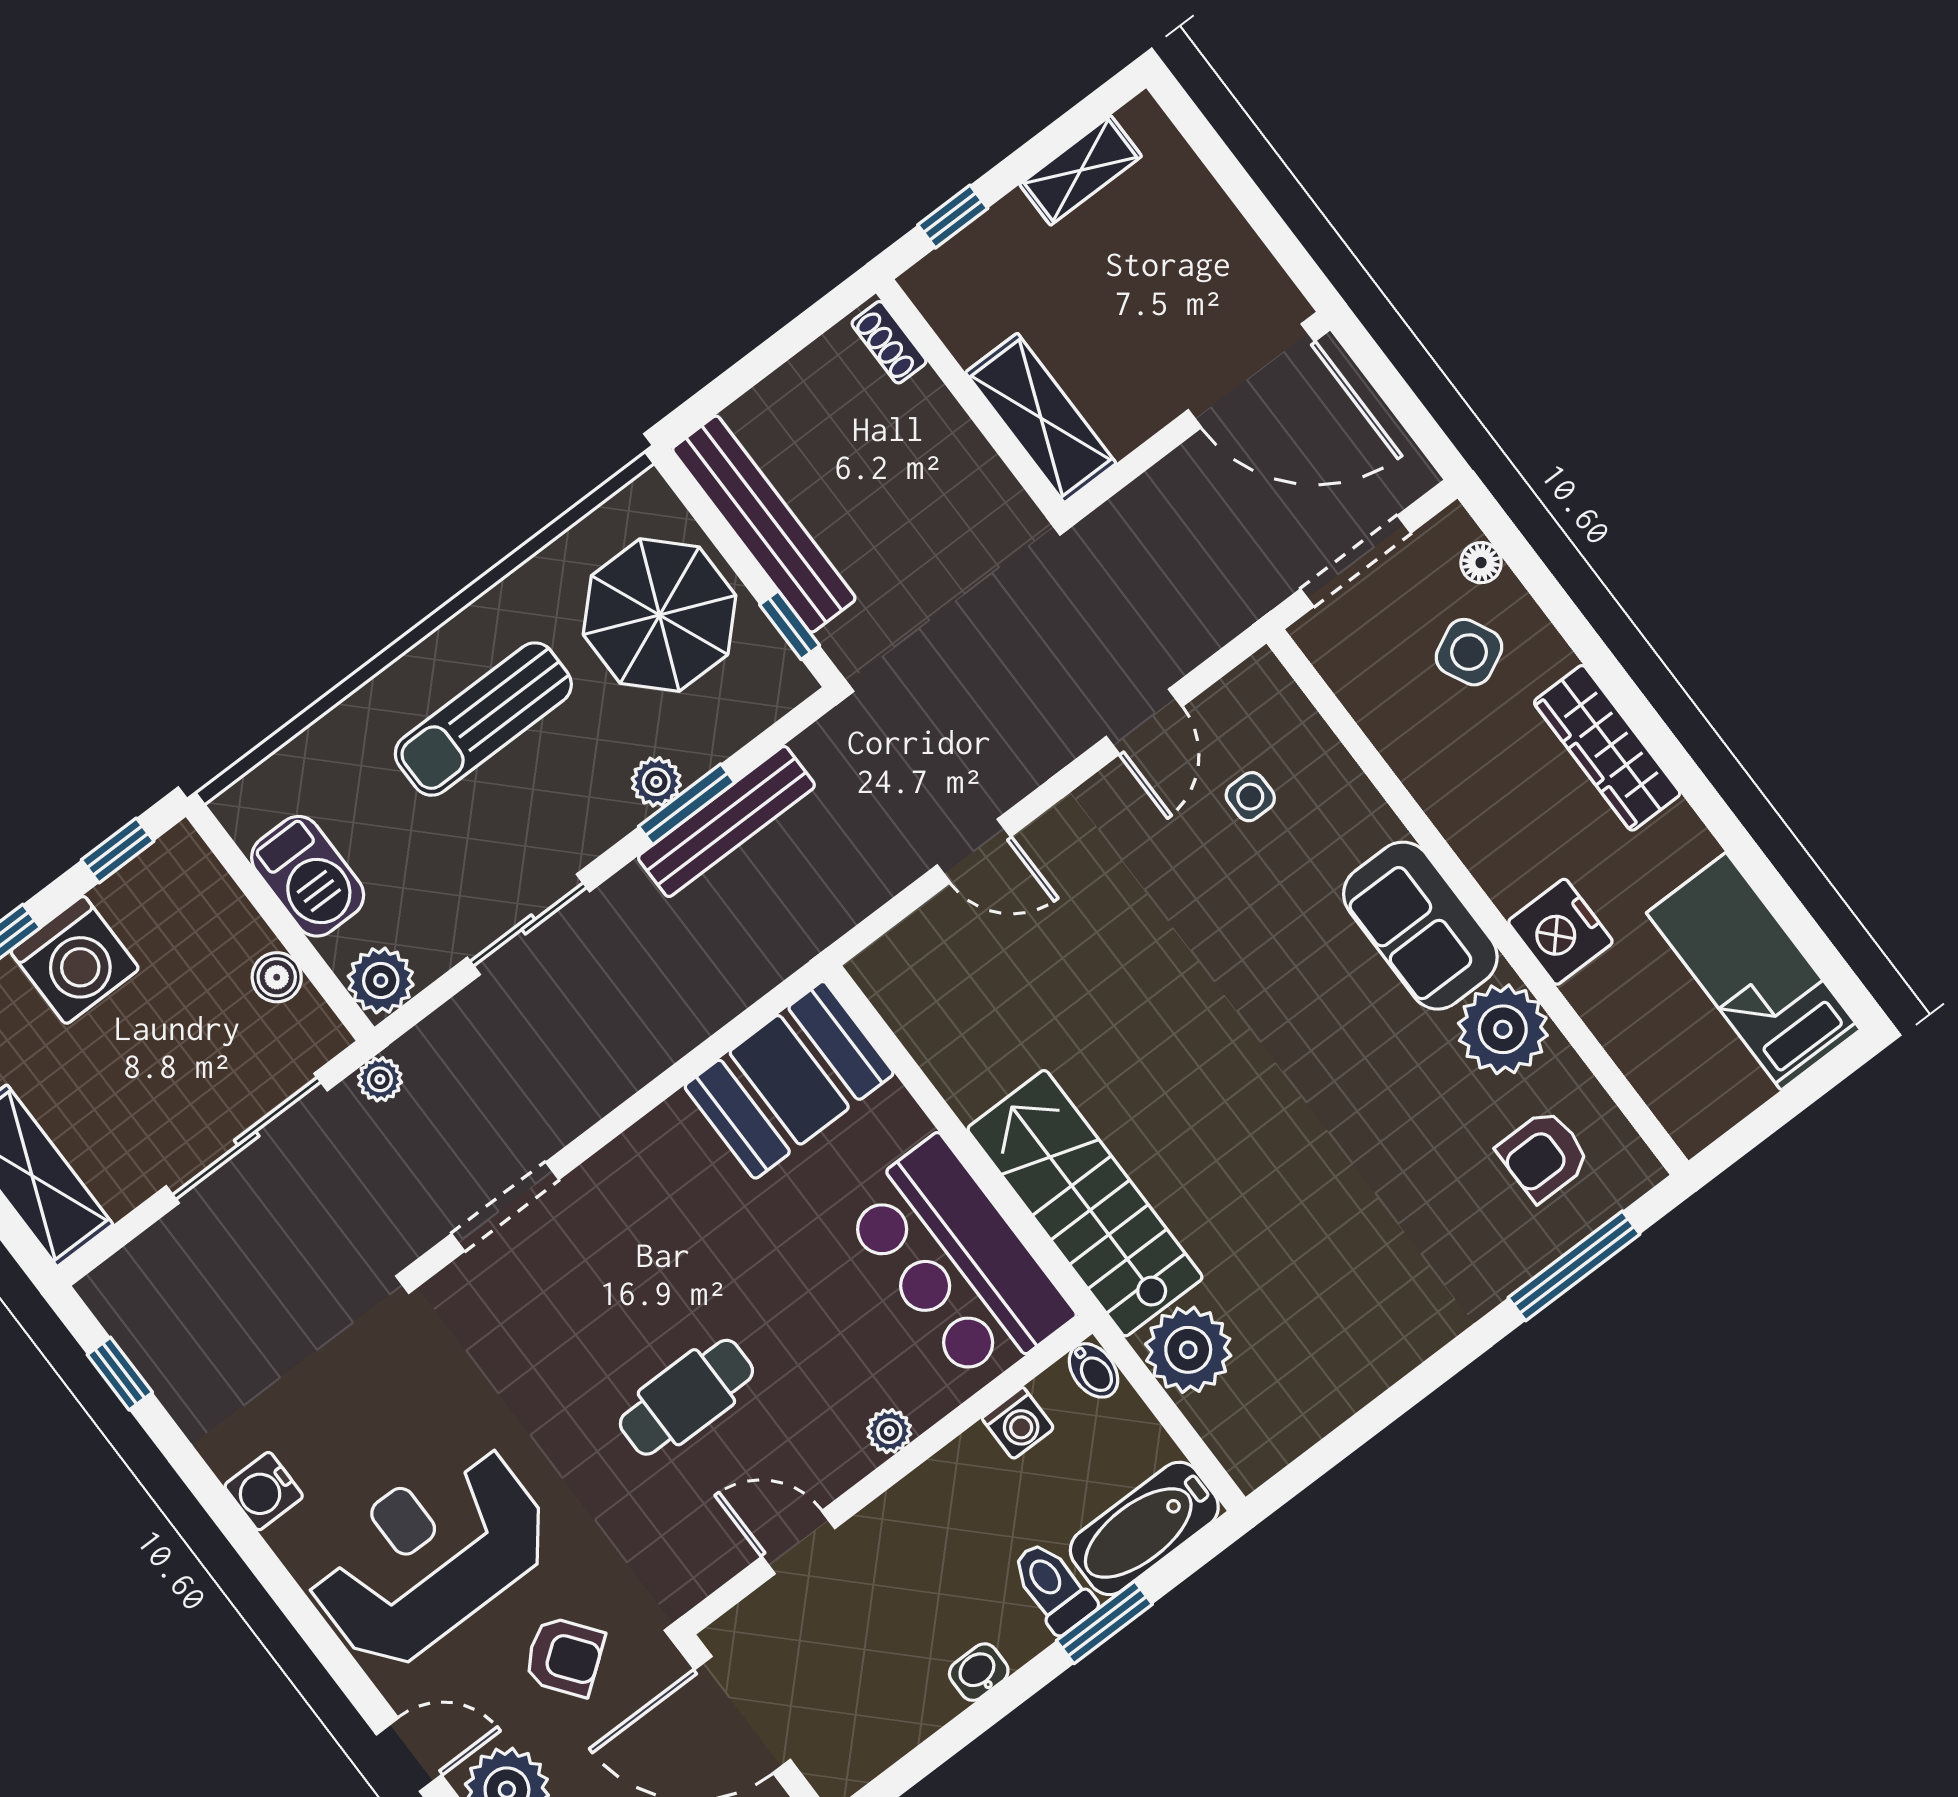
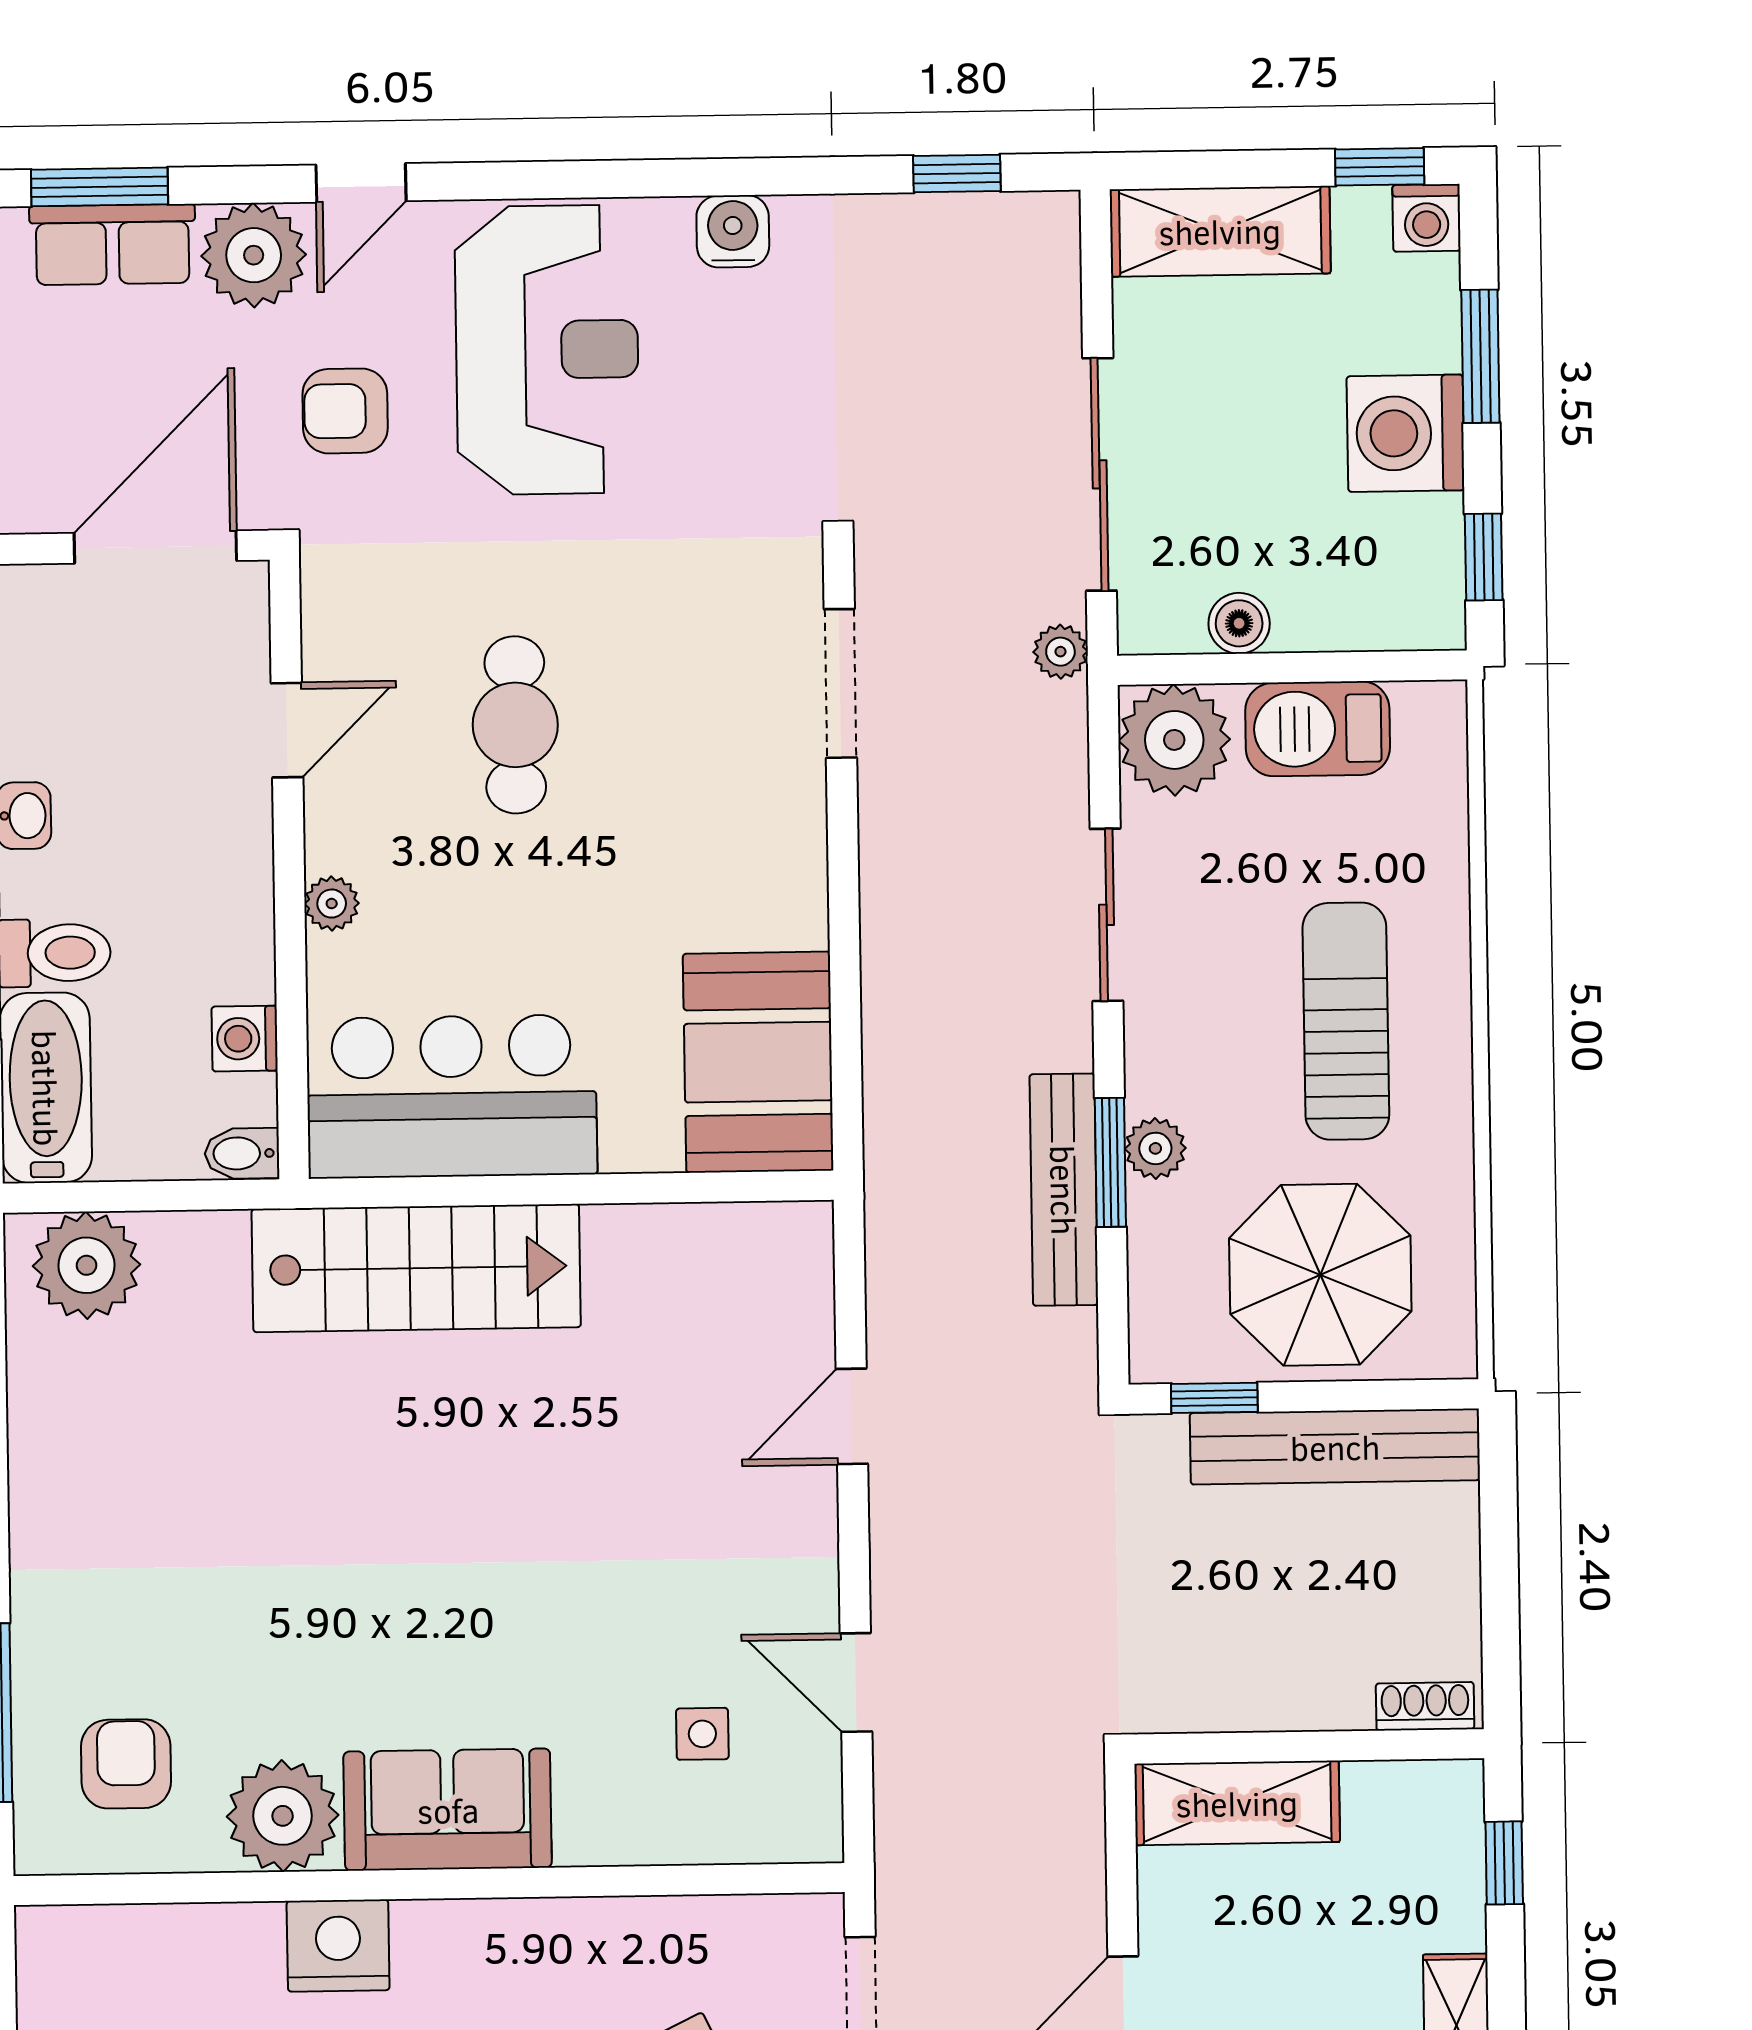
plant: (381, 980) -> (1174, 740), width x1.36, depth x1.36
plant: (1188, 1350) -> (87, 1265), moved
armchair: (564, 1656) -> (345, 411), turned 37

